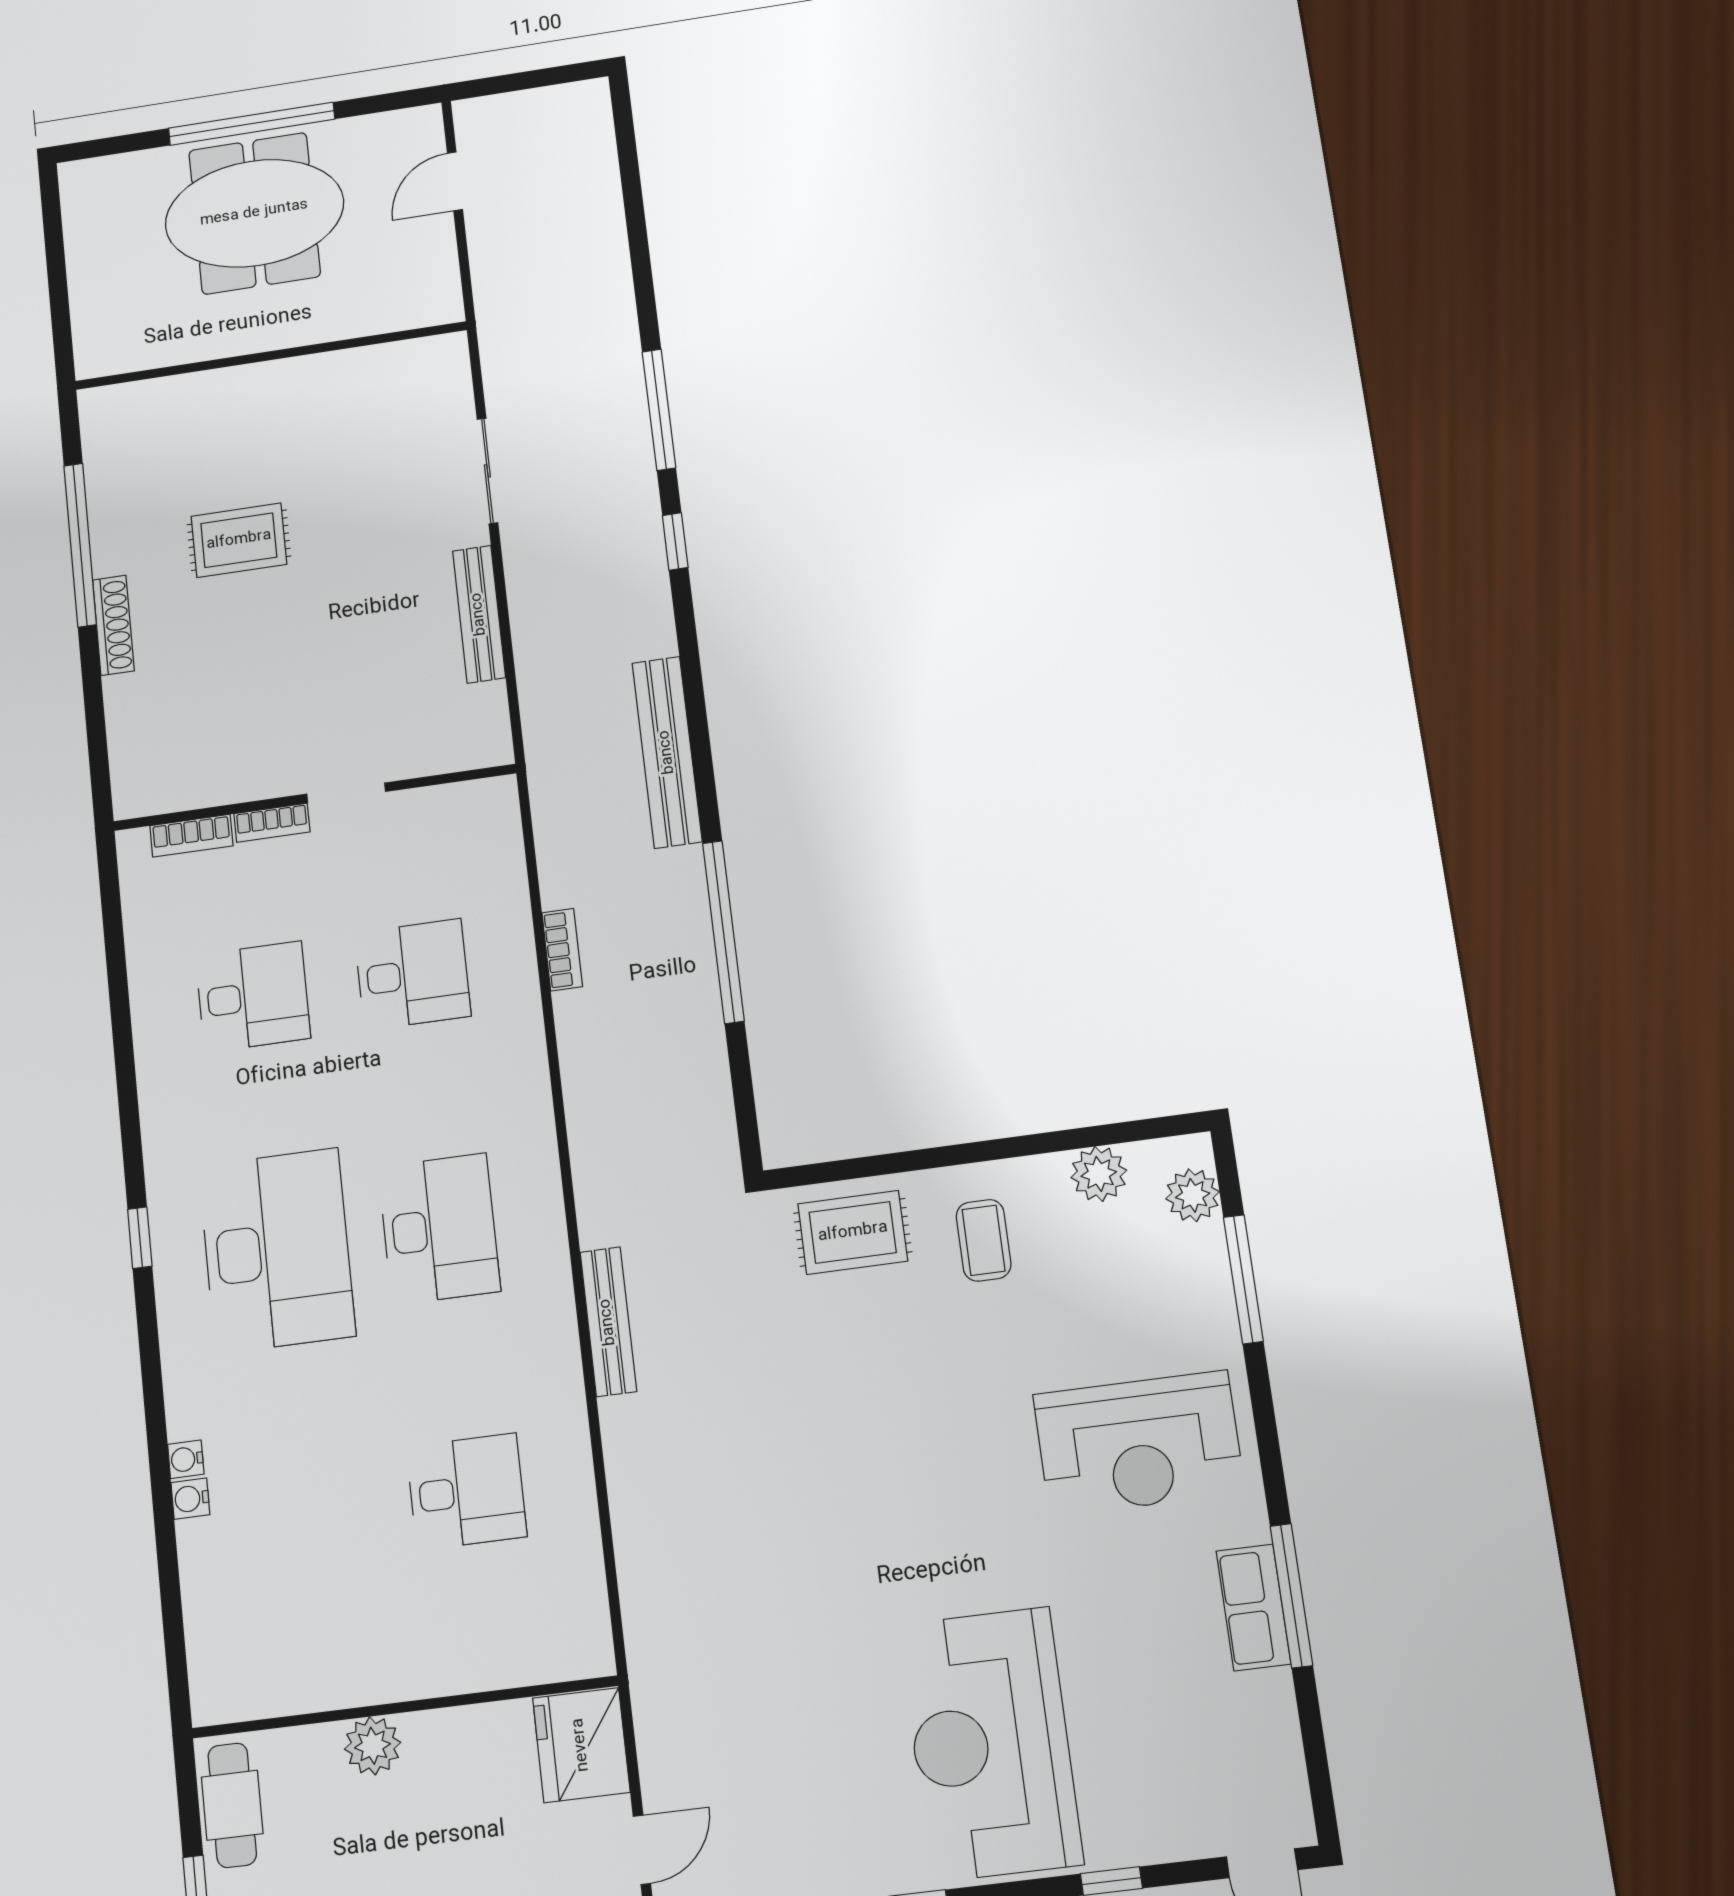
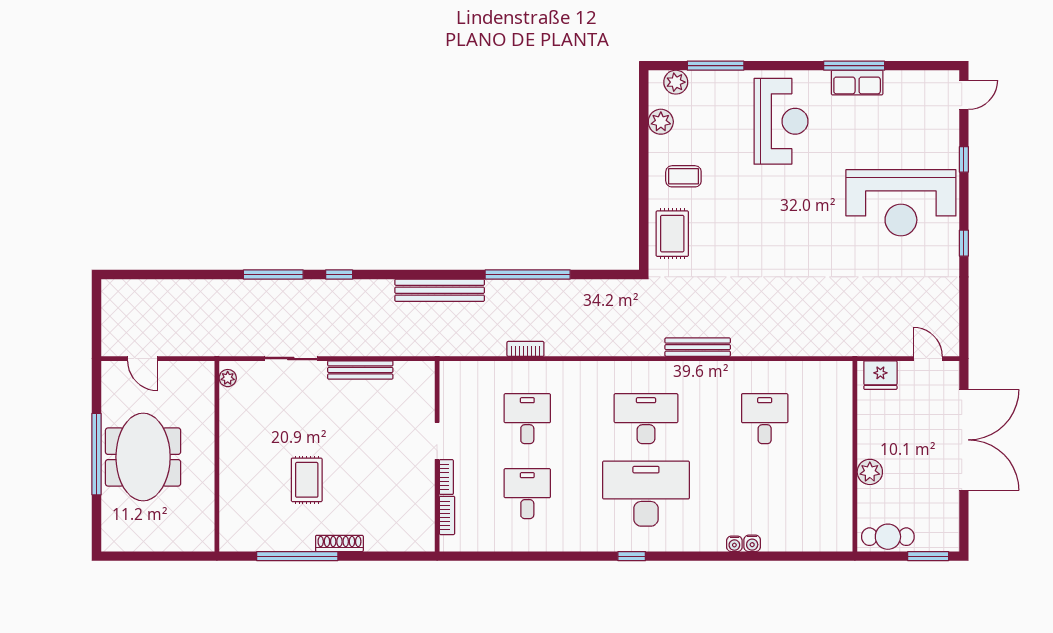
plant: (433, 352) -> (228, 378), added
fridge: (581, 1745) -> (880, 375), width x0.73, depth x0.75

